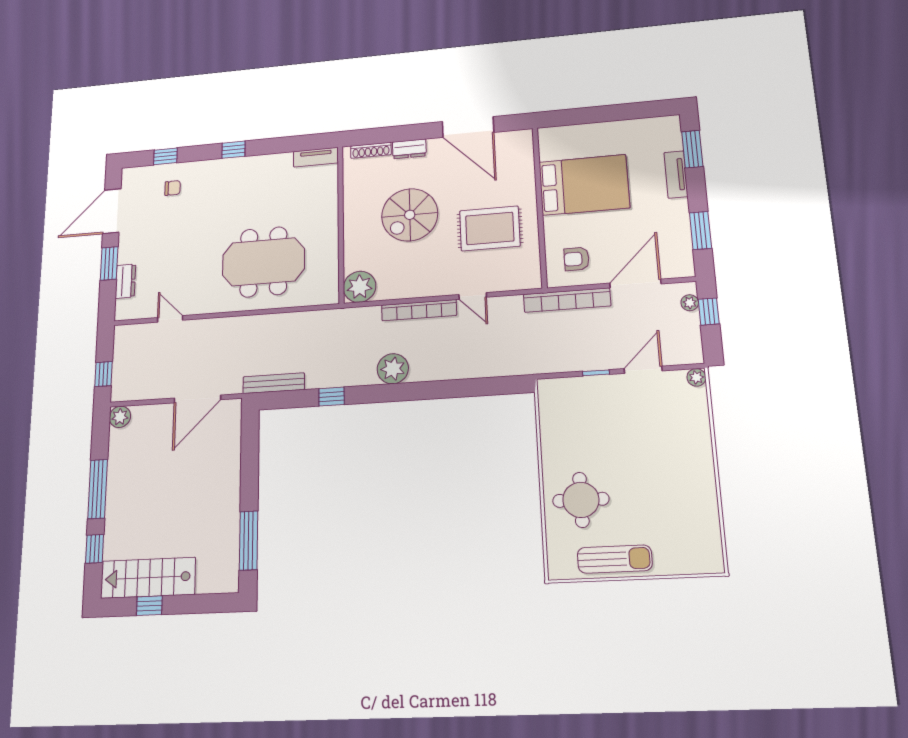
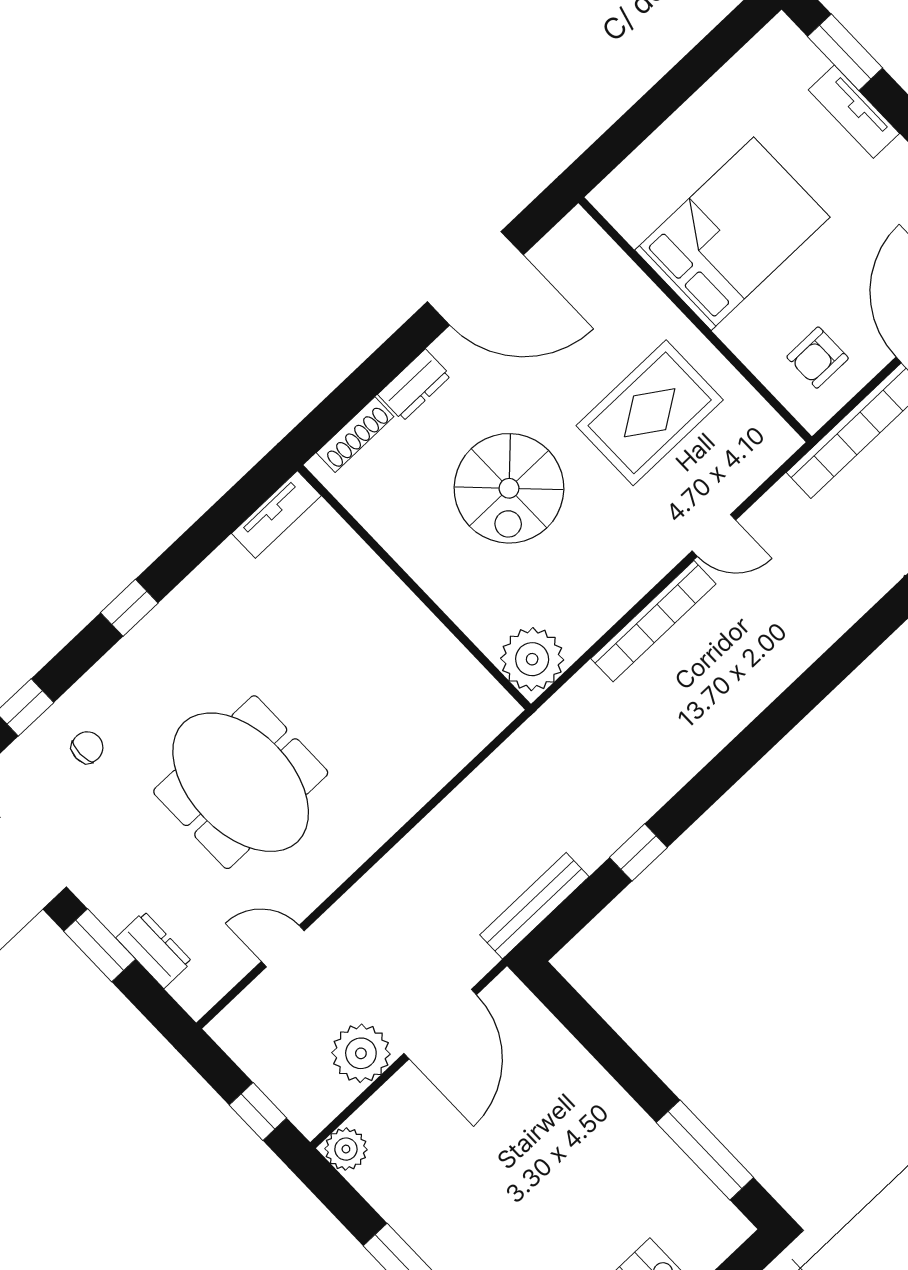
meeting table: (263, 262) -> (241, 782), moved, turned 90
plant: (393, 369) -> (361, 1053), moved

